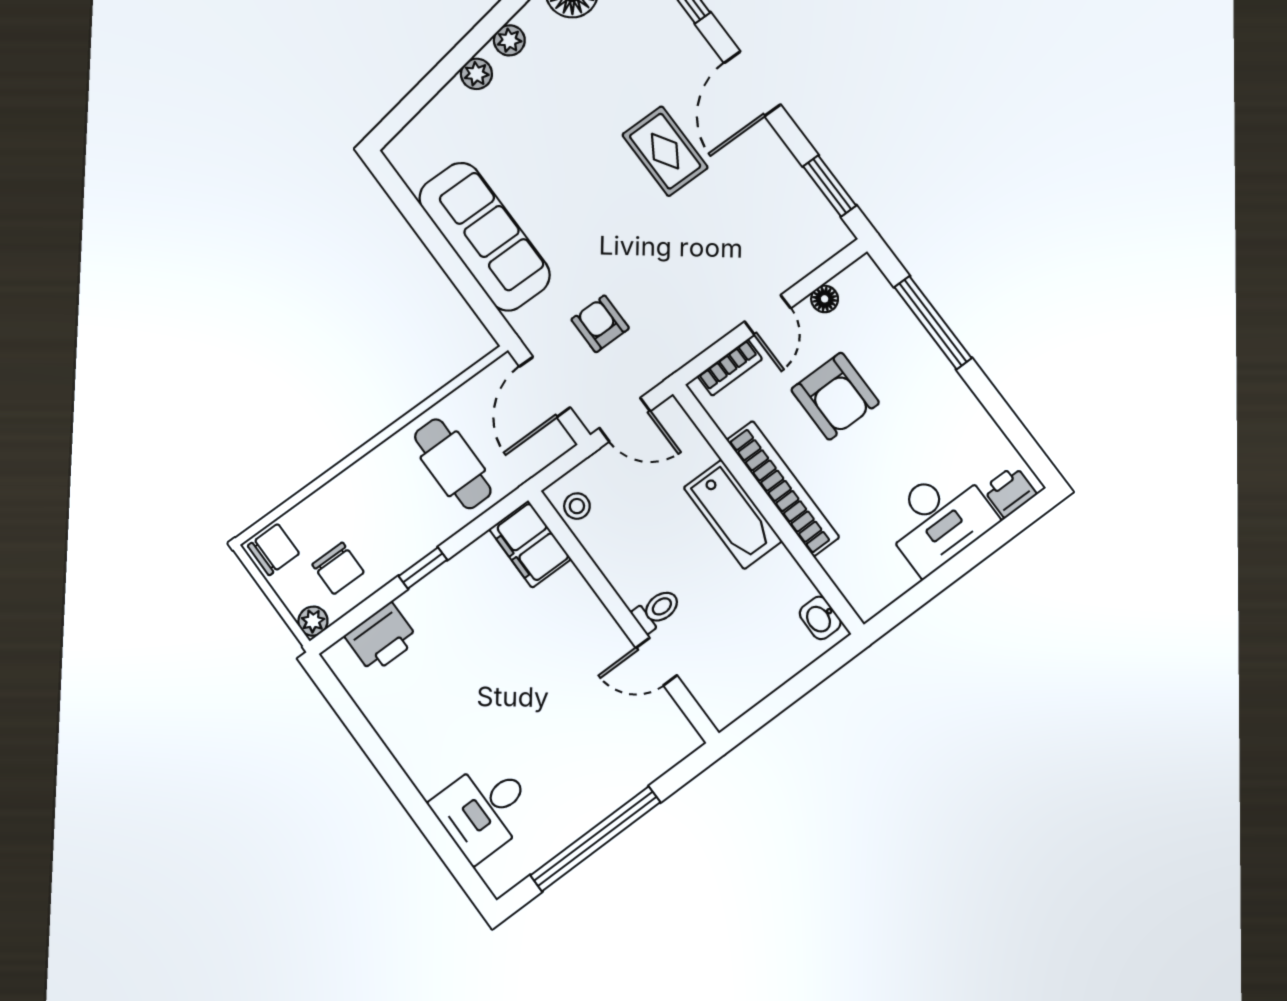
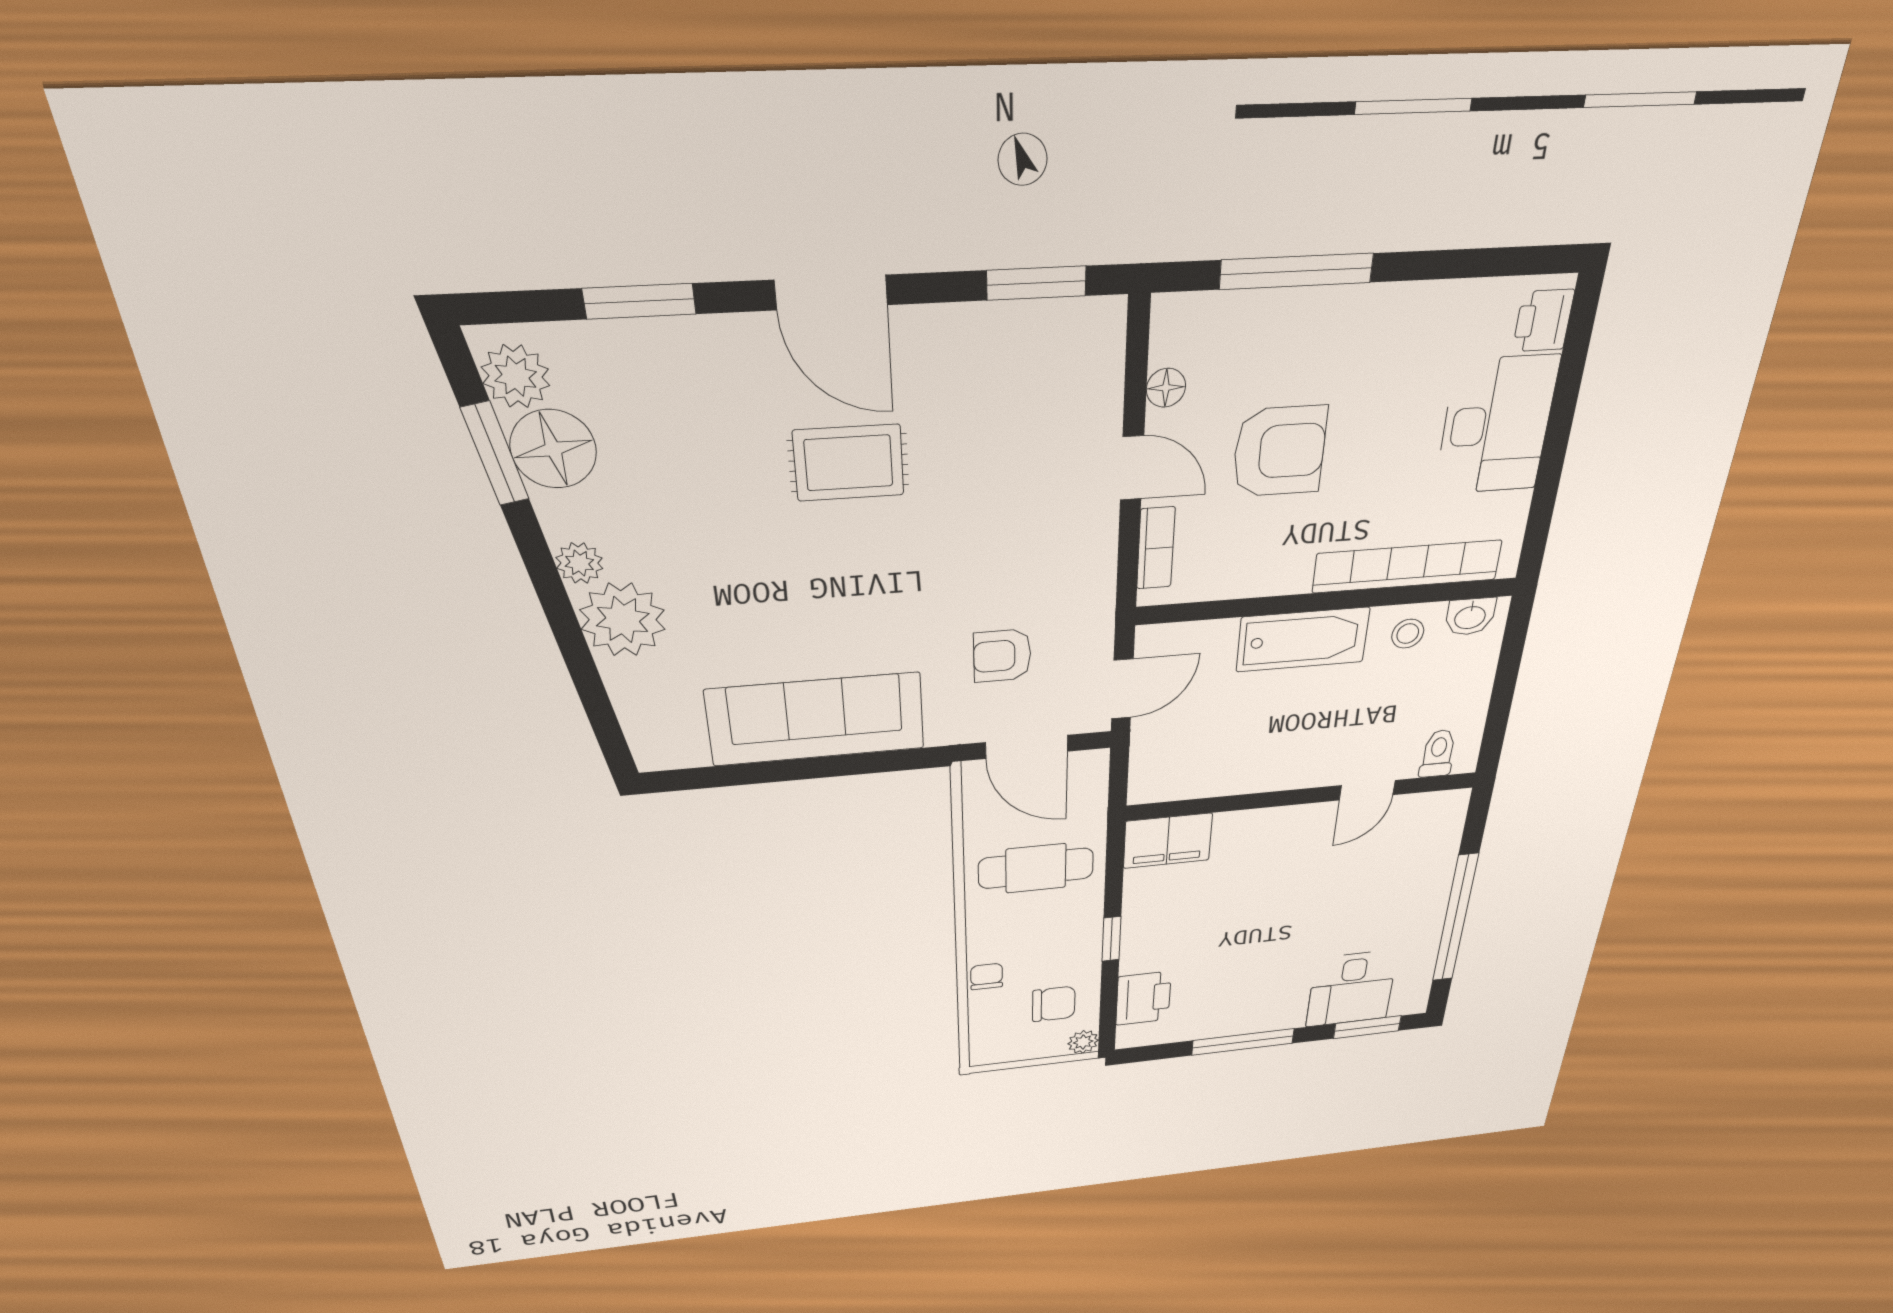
plant: (476, 74) -> (623, 620), width x1.87, depth x1.87
bookcase: (783, 489) -> (1407, 567), moved
stool: (577, 506) -> (1408, 634), moved
chair: (273, 550) -> (987, 977), moved, width x0.73, depth x0.73
toilet: (657, 610) -> (1438, 754), moved
window: (383, 760) -> (1243, 1042), added
window: (455, 860) -> (1367, 1027), added

